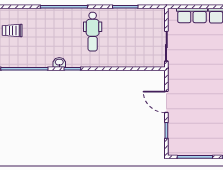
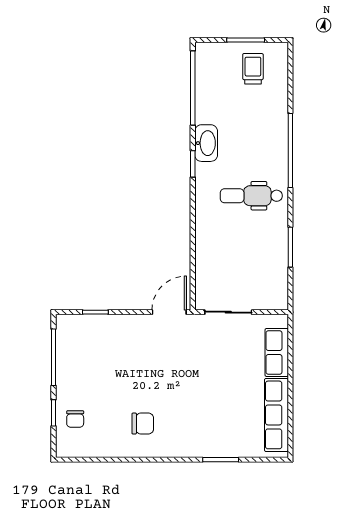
washbasin: (59, 62) -> (206, 143), width x1.91, depth x1.45
door: (166, 102) -> (169, 312), moved

